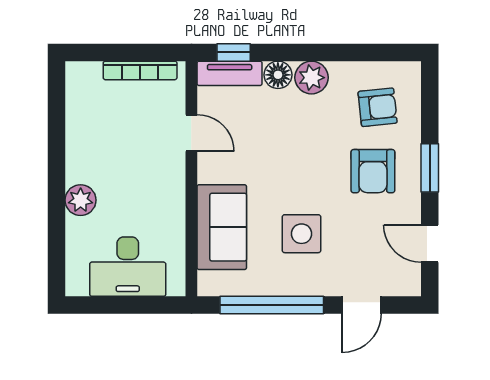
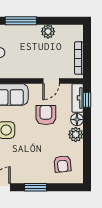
armchair: (373, 171) -> (46, 115), moved, turned 90
plant: (81, 200) -> (48, 31), moved
window: (56, 201) -> (21, 21), added

